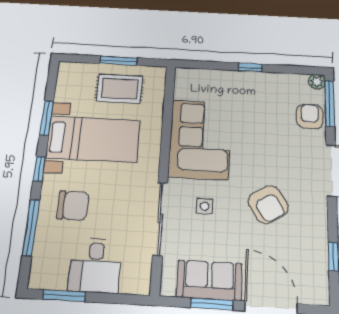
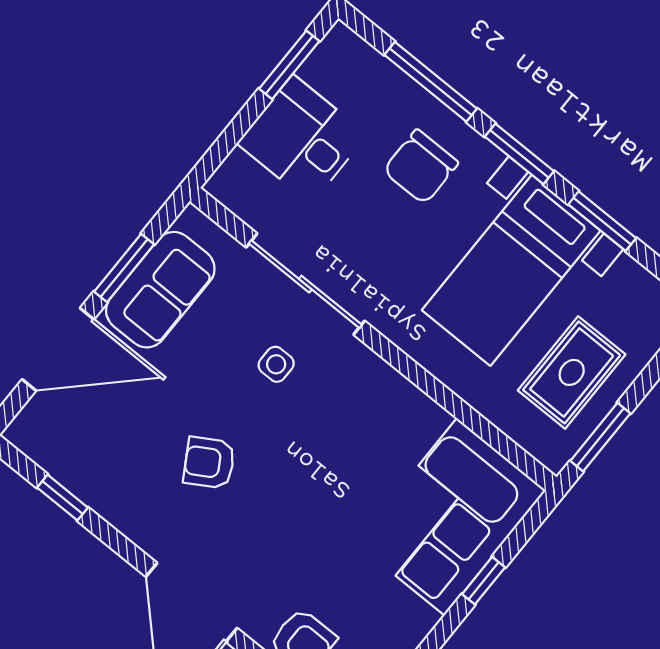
window: (118, 61) -> (600, 437), moved
window: (250, 67) -> (484, 581), moved
corner sofa: (200, 139) -> (451, 517), moved, turned 90
window: (39, 169) -> (519, 154), width x1.50
armchair: (268, 205) -> (209, 463), width x0.72, depth x0.72

